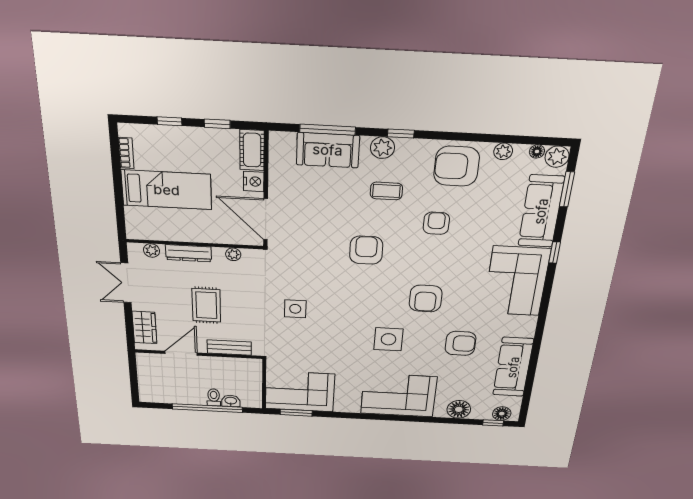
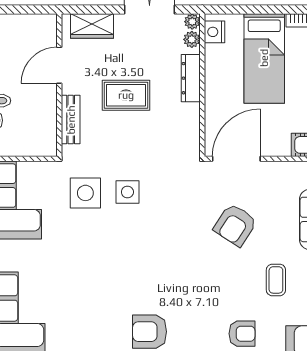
nightstand: (254, 181) -> (214, 32), moved, turned 90
armchair: (366, 250) -> (235, 225), moved, turned 123
plant: (233, 254) -> (192, 22), moved
side table: (388, 339) -> (85, 193), moved
door: (181, 353) -> (59, 65), swing flipped

